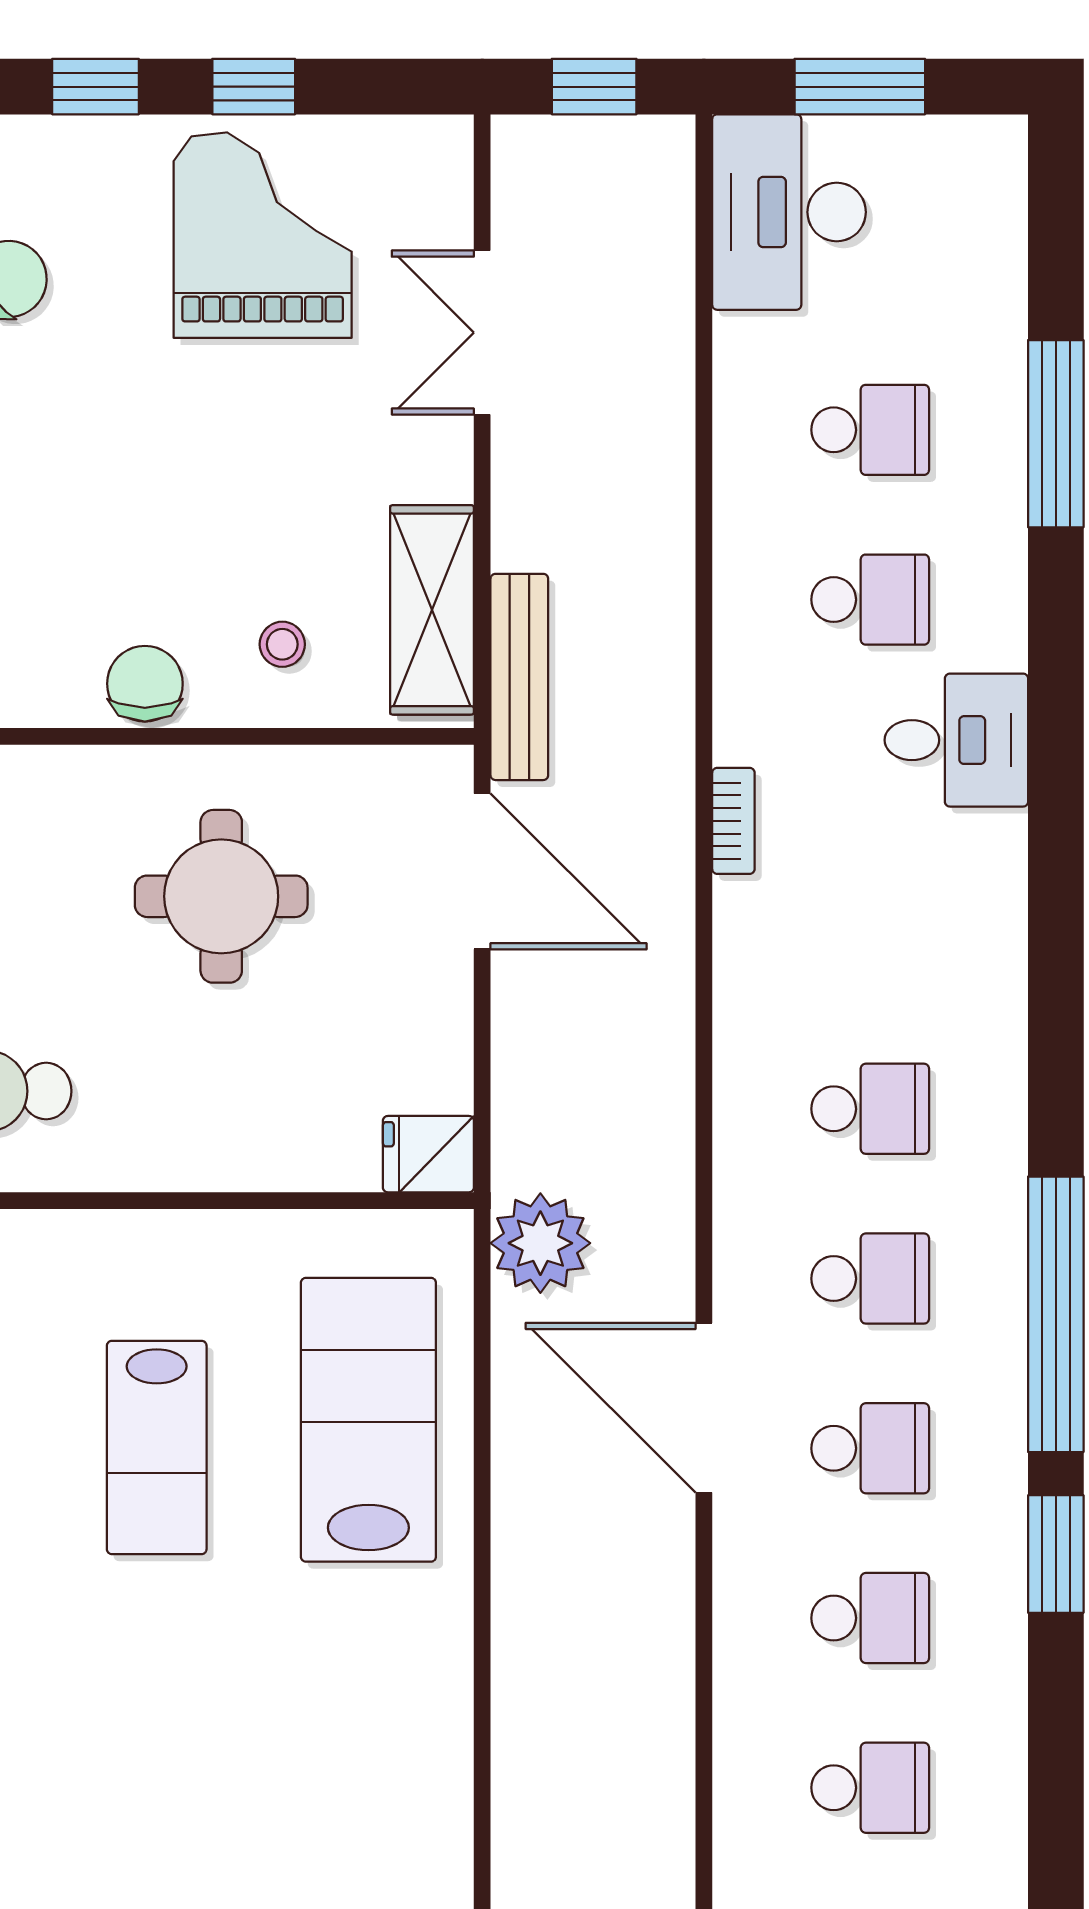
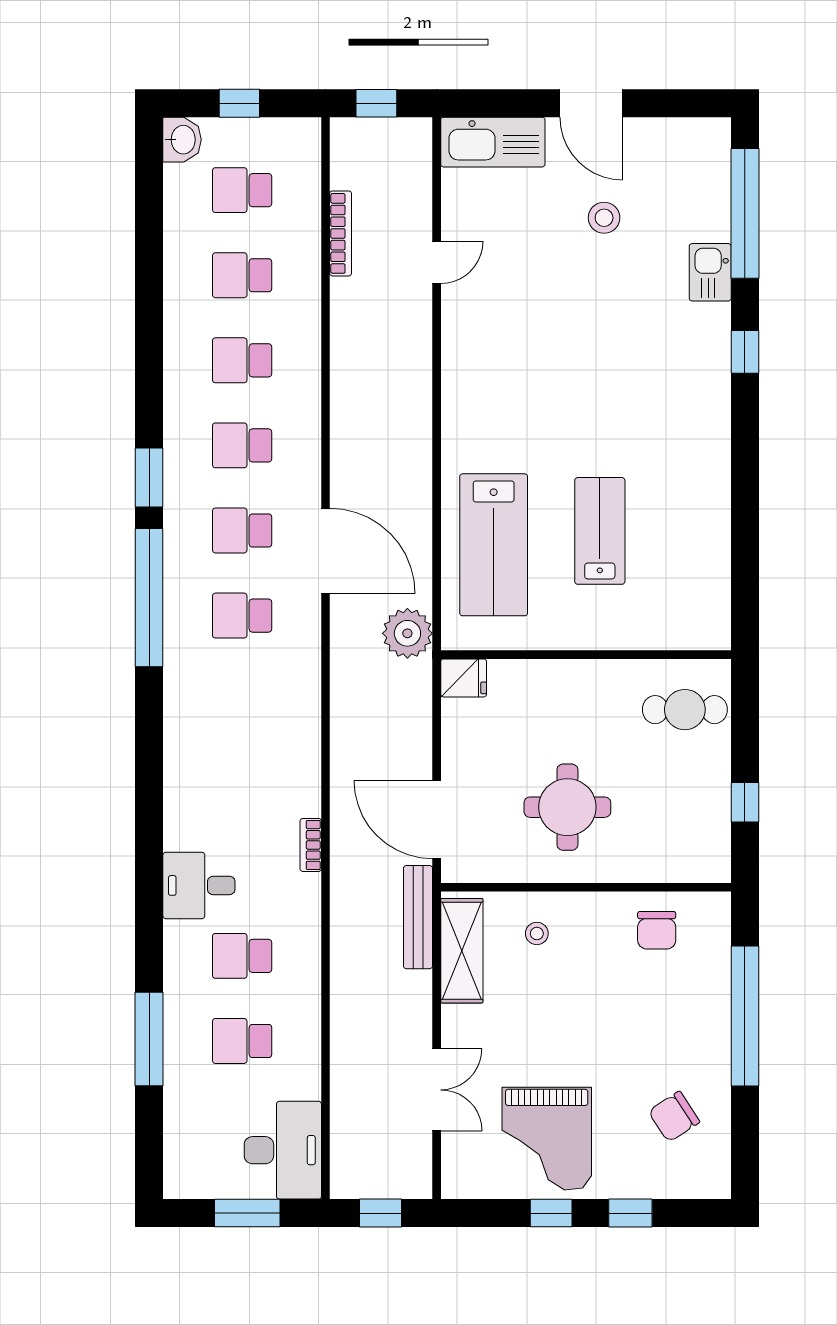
chair: (145, 684) -> (657, 930), moved
school desk: (870, 1109) -> (242, 701), removed

